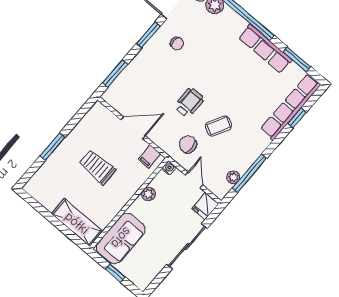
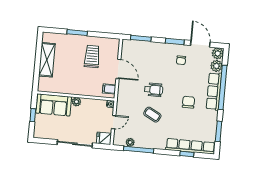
row of seats: (265, 49) -> (214, 91), moved
chair: (188, 144) -> (188, 102), moved
trolley: (97, 167) -> (92, 56), moved
plant: (148, 194) -> (76, 102), moved
shelving: (77, 223) -> (47, 60), moved

